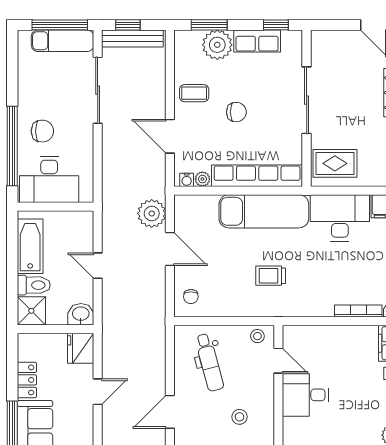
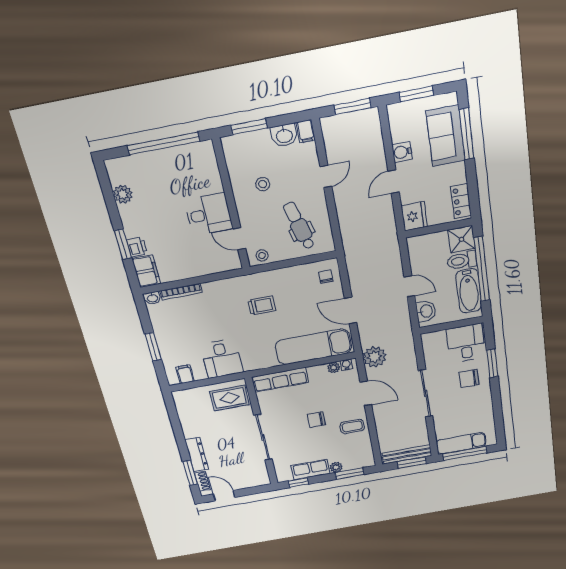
window: (128, 25) -> (412, 463), width x1.50
plant: (217, 45) -> (336, 467), width x0.53, depth x0.53
sliding door: (98, 90) -> (426, 393), moved
window: (12, 146) -> (492, 363), width x0.47
row of seats: (257, 176) -> (280, 380), width x0.73
desk: (49, 179) -> (466, 343), width x0.73
exam couch: (264, 211) -> (313, 347), moved
plant: (152, 213) -> (374, 357), moved
desk: (340, 218) -> (222, 359), width x0.73
window: (12, 270) -> (482, 269), added
washbasin: (81, 314) -> (426, 311), moved, turned -90
locker: (27, 380) -> (461, 201), moved
door: (170, 412) -> (326, 176), width x0.73
water cooler: (84, 422) -> (402, 152), added

